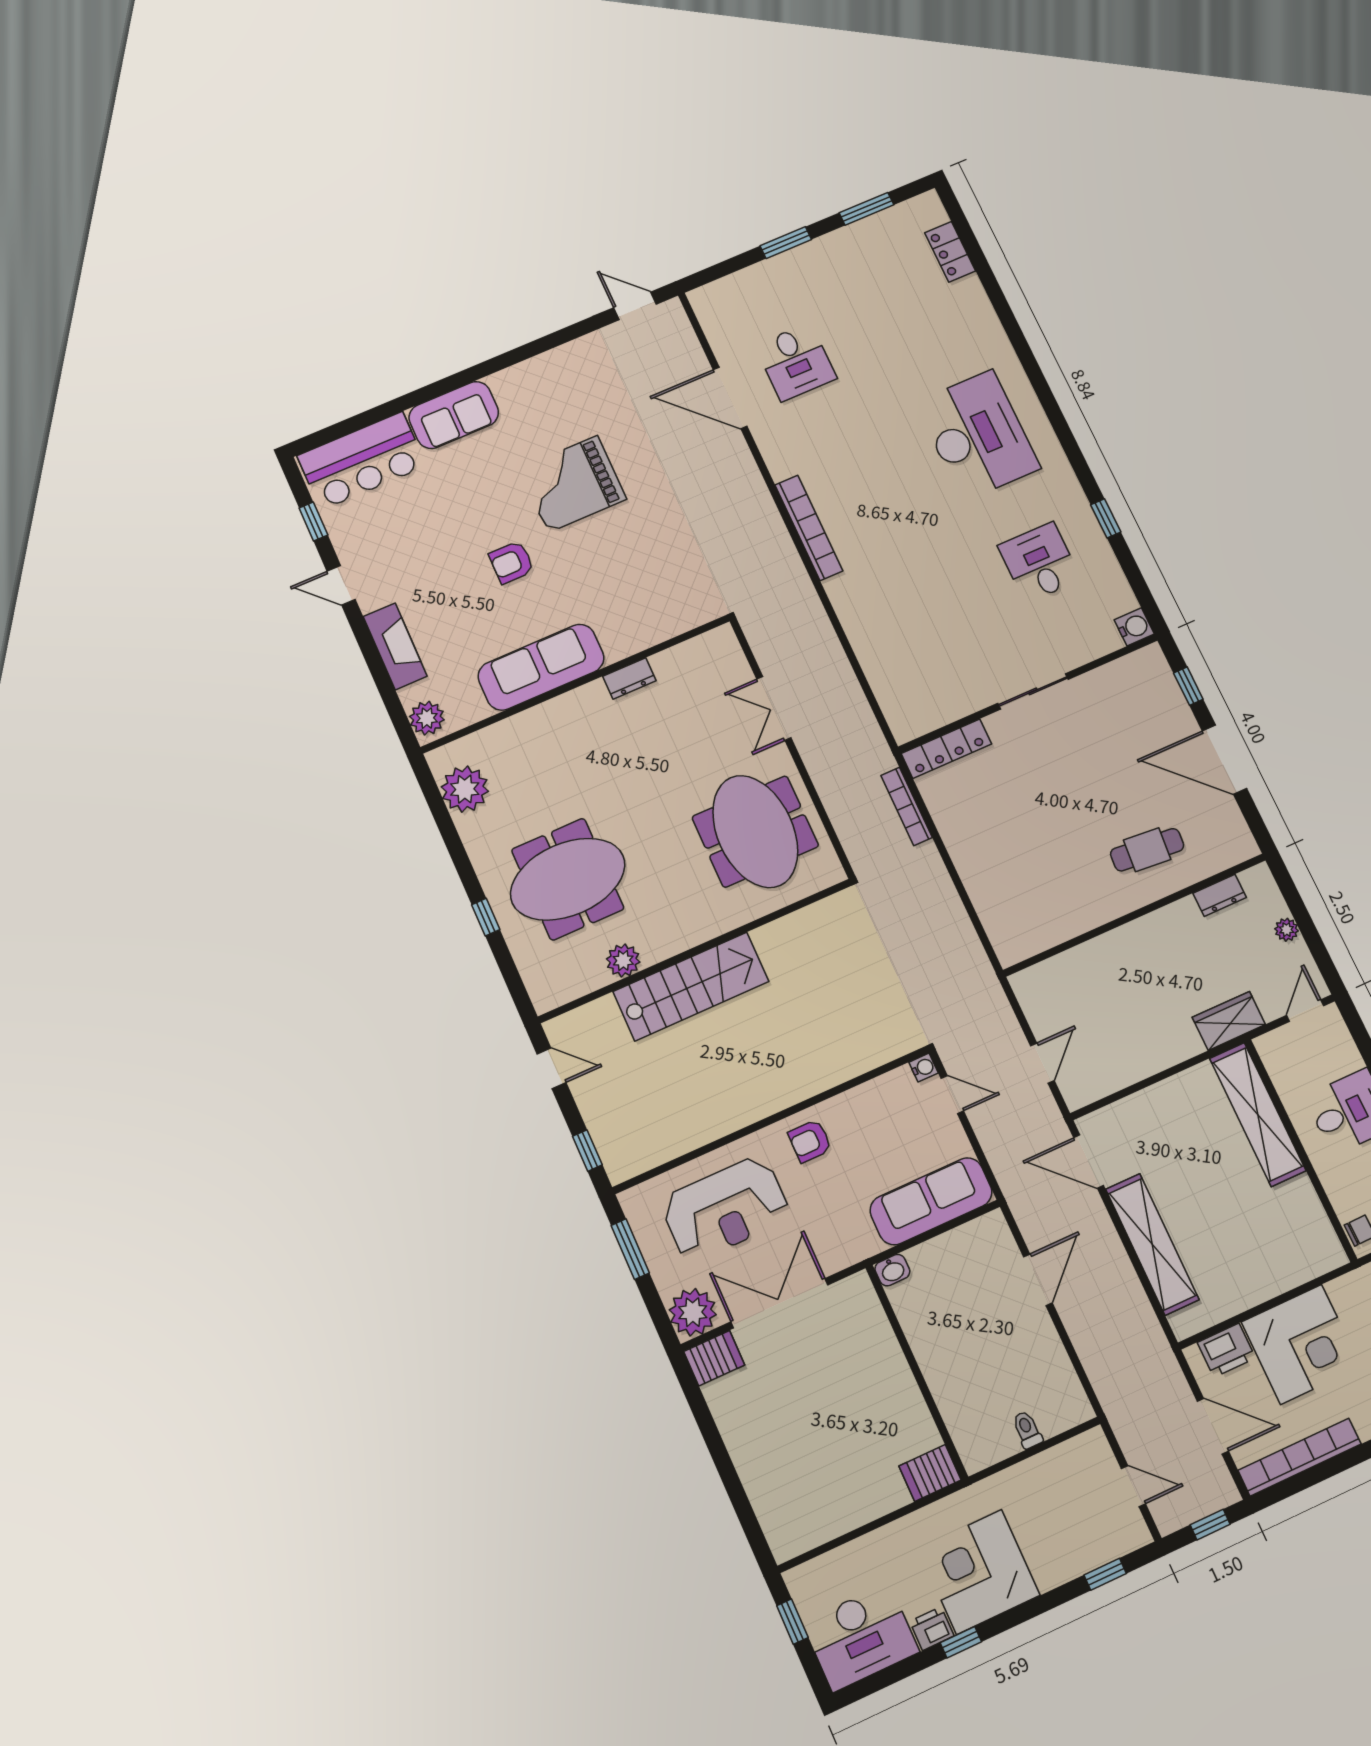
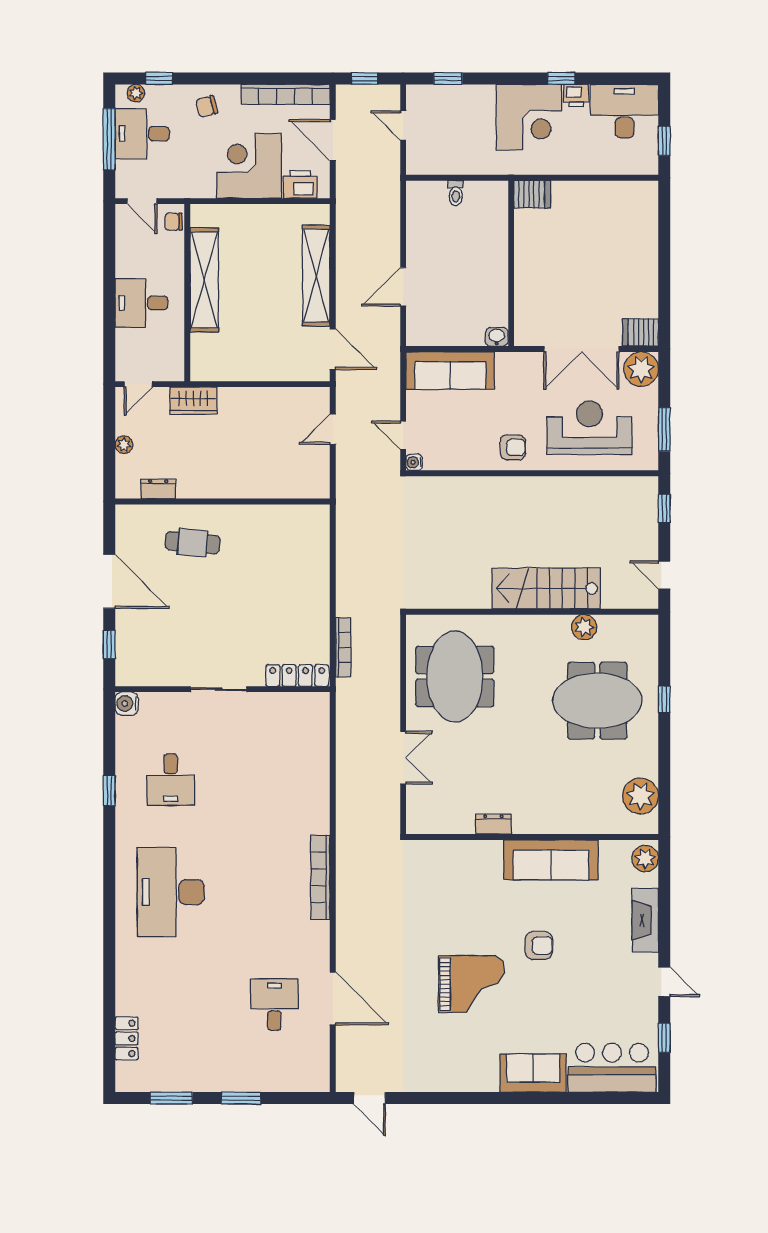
shelving: (1258, 1114) -> (204, 280), moved

